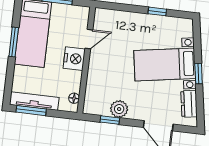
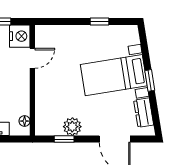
nightstand: (74, 59) -> (20, 36), moved

